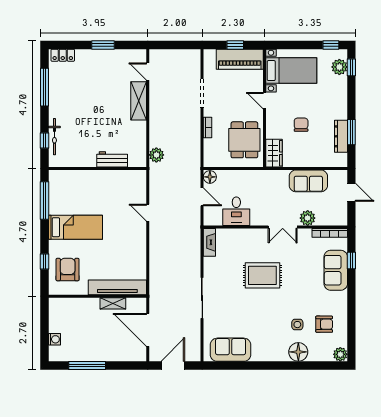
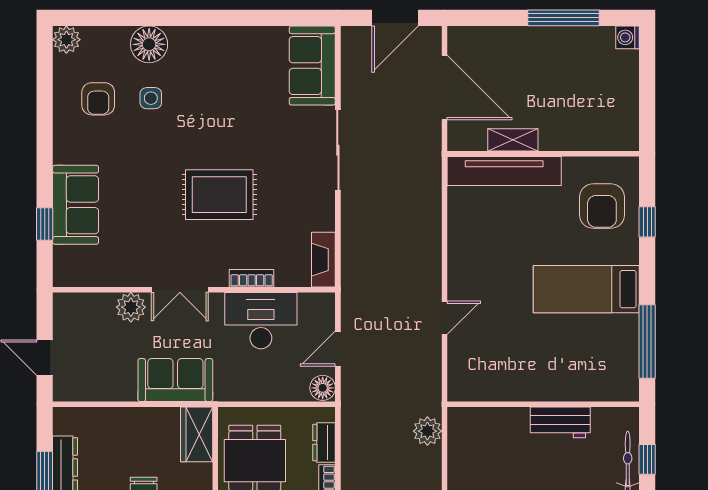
dresser: (209, 149) -> (324, 443), added
workbench: (112, 159) -> (560, 422), moved
sofa: (308, 181) -> (175, 380), moved
door: (202, 197) -> (338, 349), hinge flipped
desk: (236, 211) -> (261, 321), width x1.37
door: (148, 213) -> (444, 318), hinge flipped
double door: (283, 227) -> (180, 290), swing flipped
bookcase: (330, 233) -> (252, 278), moved, width x0.64
armchair: (324, 324) -> (98, 99), turned -90
washing machine: (55, 339) -> (628, 37), moved
sofa: (231, 350) -> (312, 66), moved, turned 90

